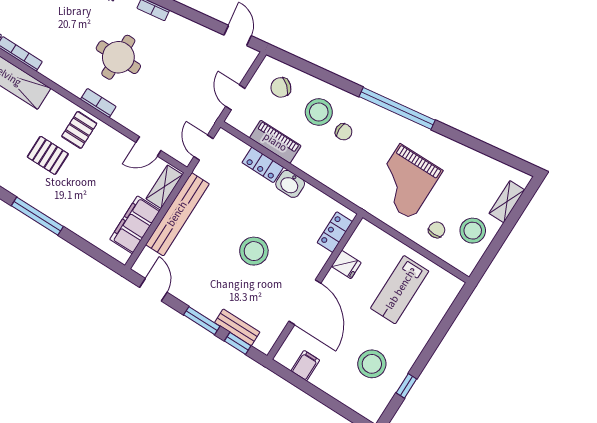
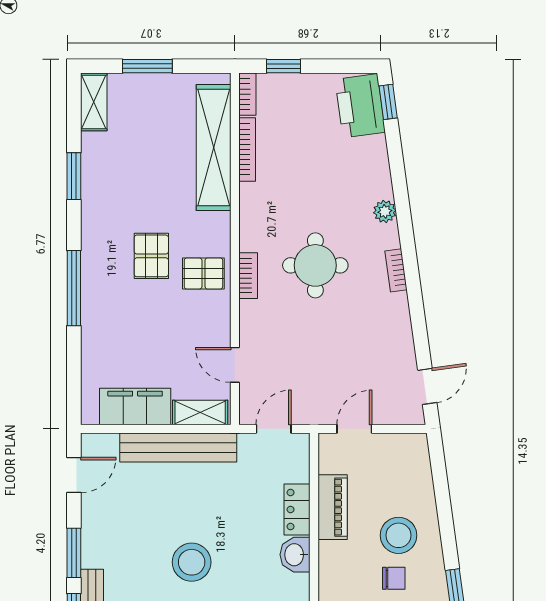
chair: (281, 87) -> (399, 474), removed
chair: (344, 132) -> (394, 578), turned -90

